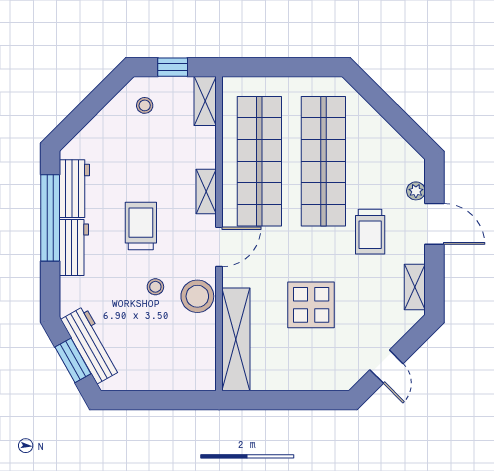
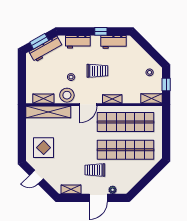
window: (50, 218) -> (101, 31), width x0.32
door: (219, 247) -> (88, 105), hinge flipped
workbench: (74, 248) -> (78, 42), moved
display table: (311, 305) -> (44, 148), moved
shelving: (205, 351) -> (43, 99), added

